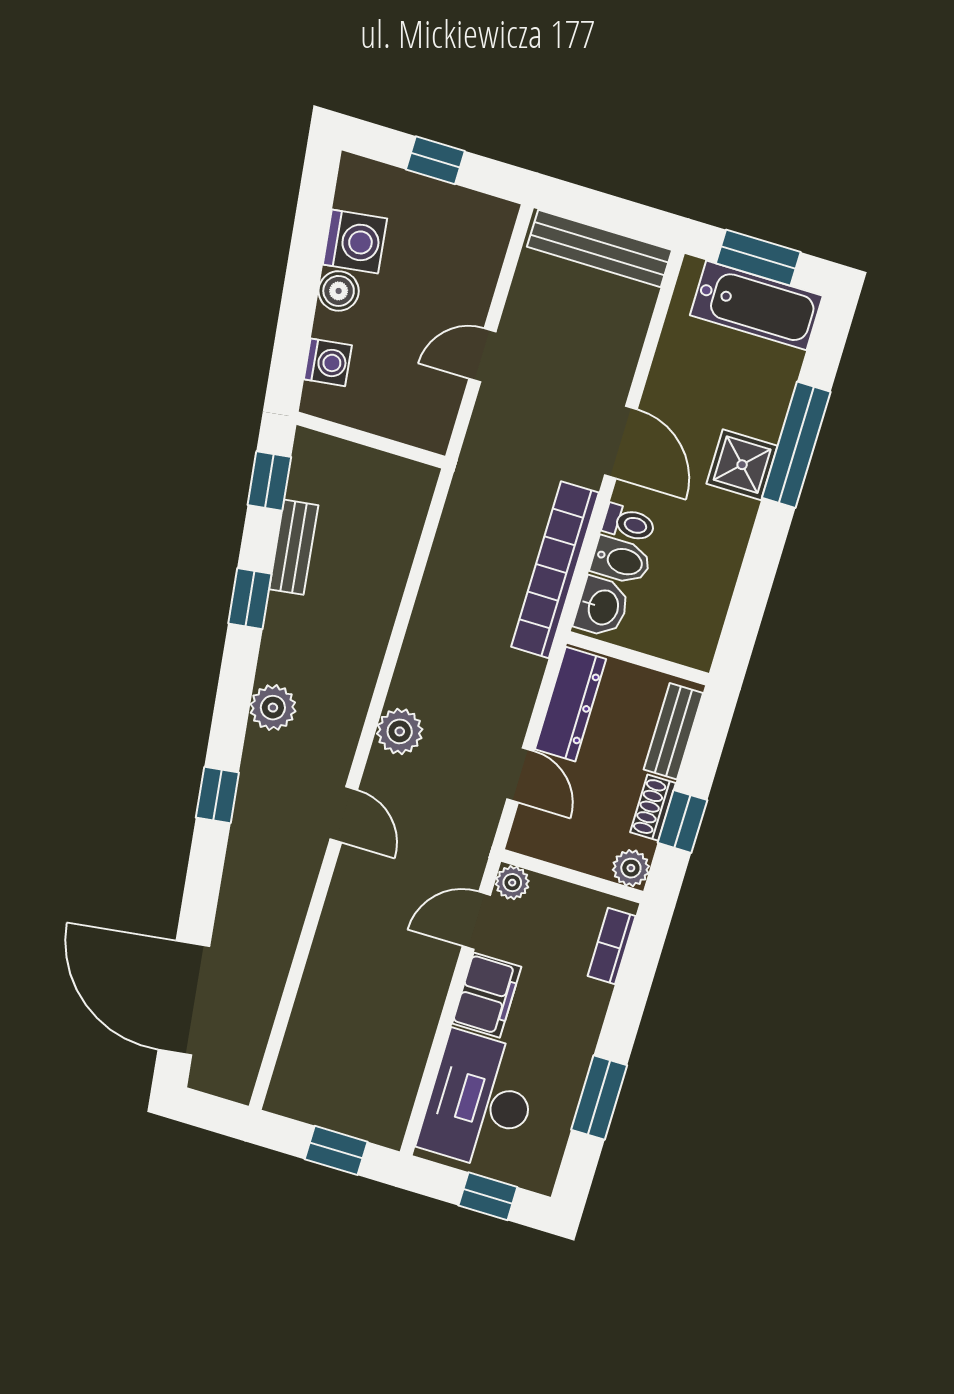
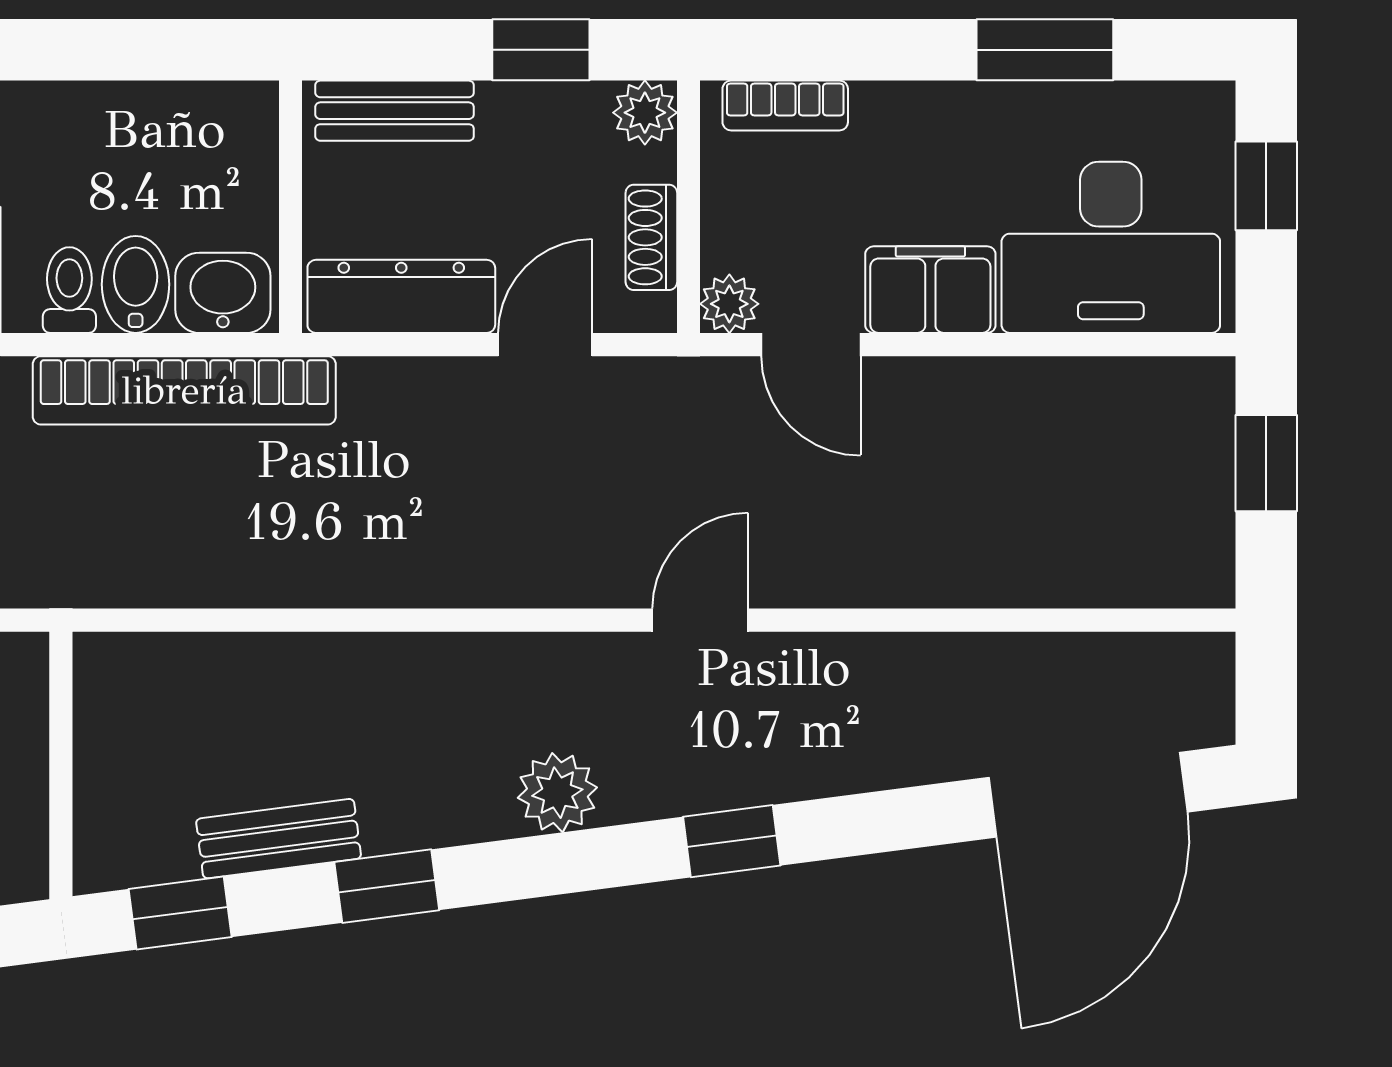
plant: (400, 731) -> (533, 568), removed
shoe rack: (653, 808) -> (651, 237), moved, turned 90

